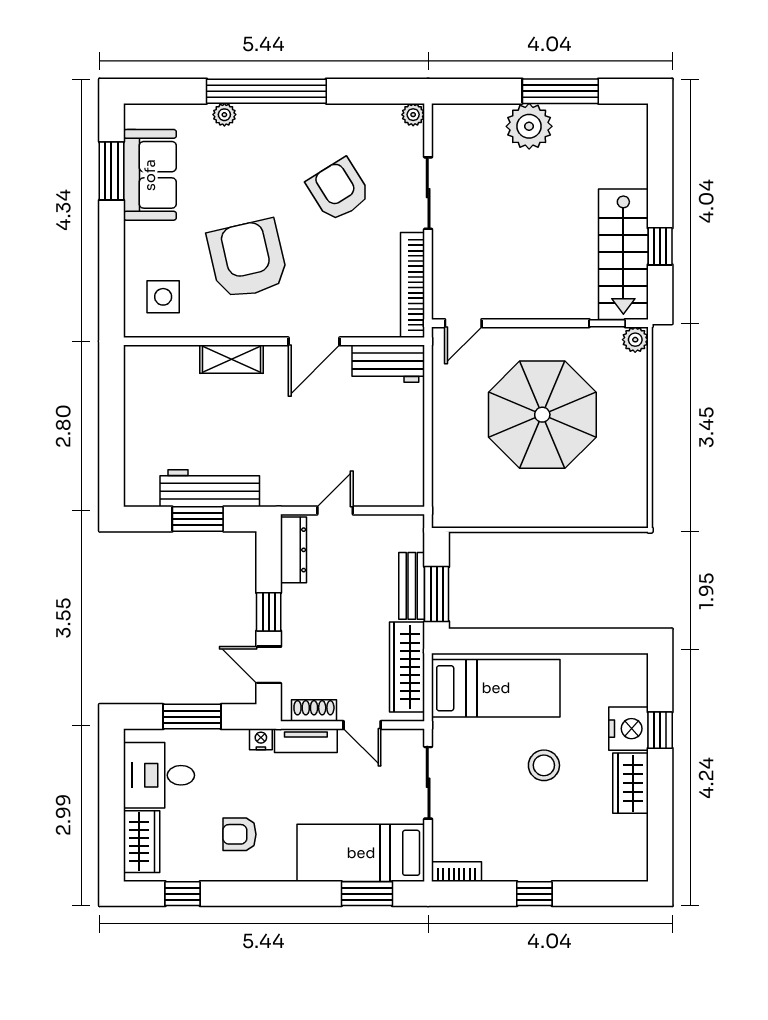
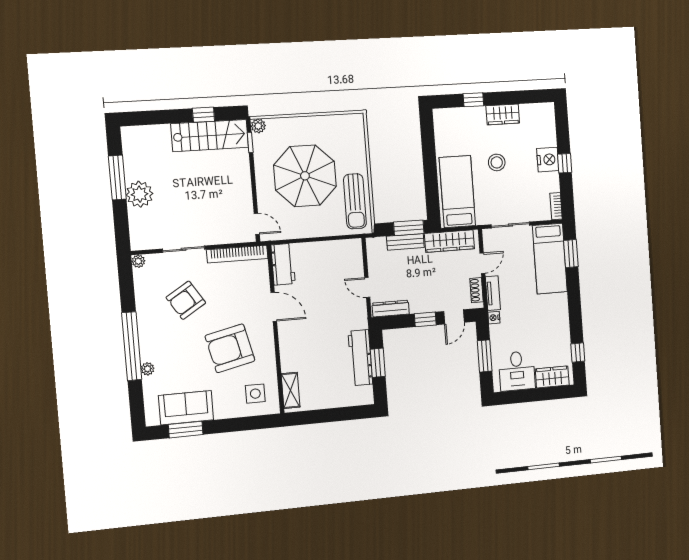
shelving: (231, 359) -> (291, 390), moved
sun lounger: (491, 500) -> (355, 201), added
nightstand: (628, 729) -> (548, 160), moved, turned 90
armchair: (239, 834) -> (545, 325), removed

